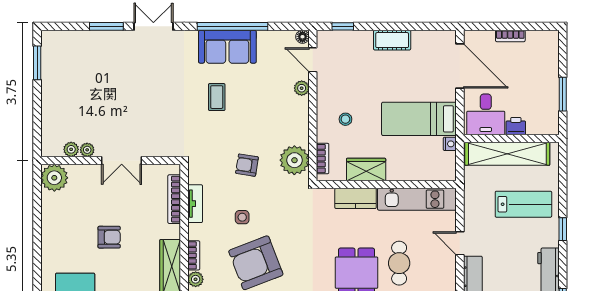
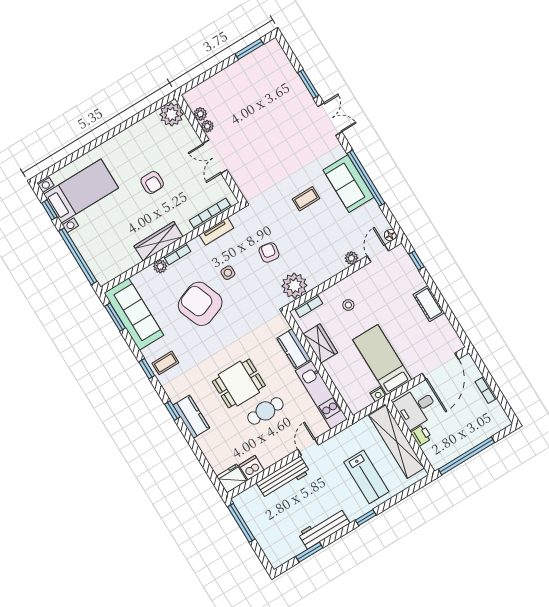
window: (563, 94) -> (466, 456), width x2.11

